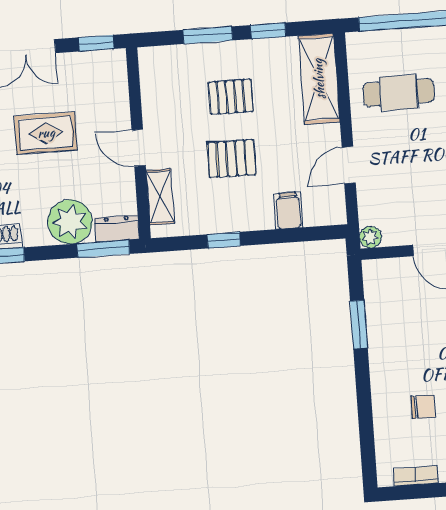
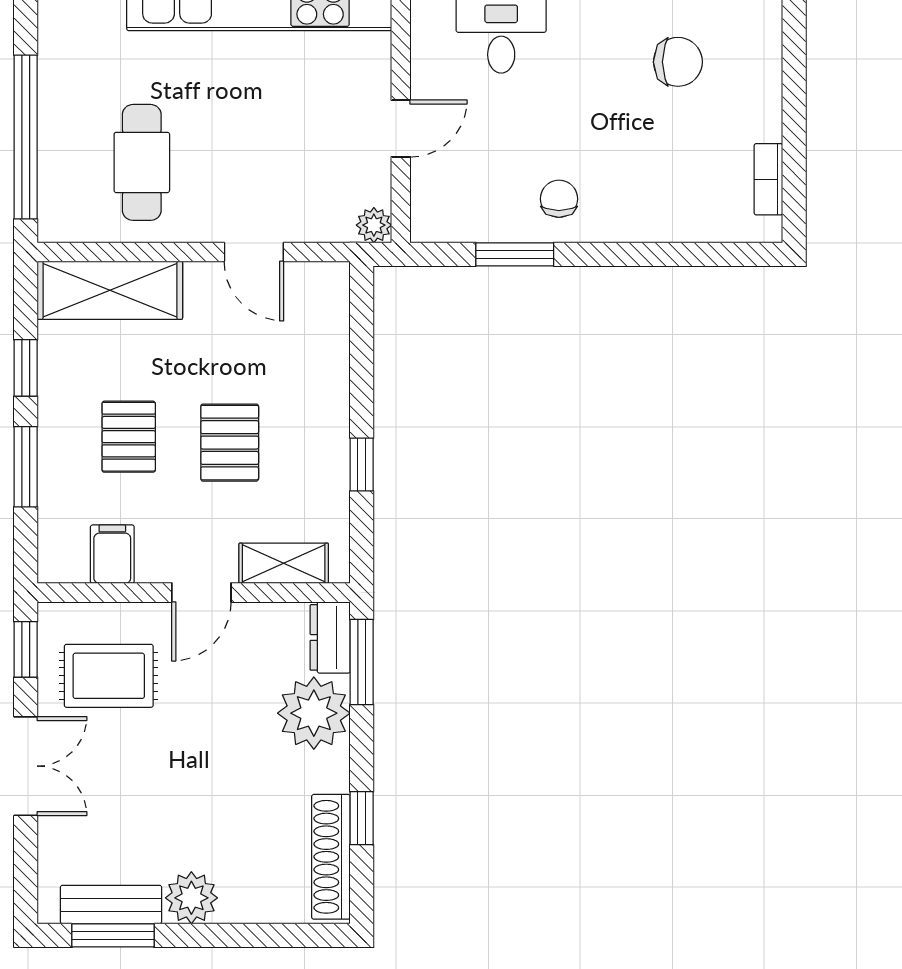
rug: (46, 133) -> (109, 676), moved, turned 90
filing cabinet: (288, 211) -> (112, 554), moved, turned 90
chair: (423, 407) -> (559, 199), moved

